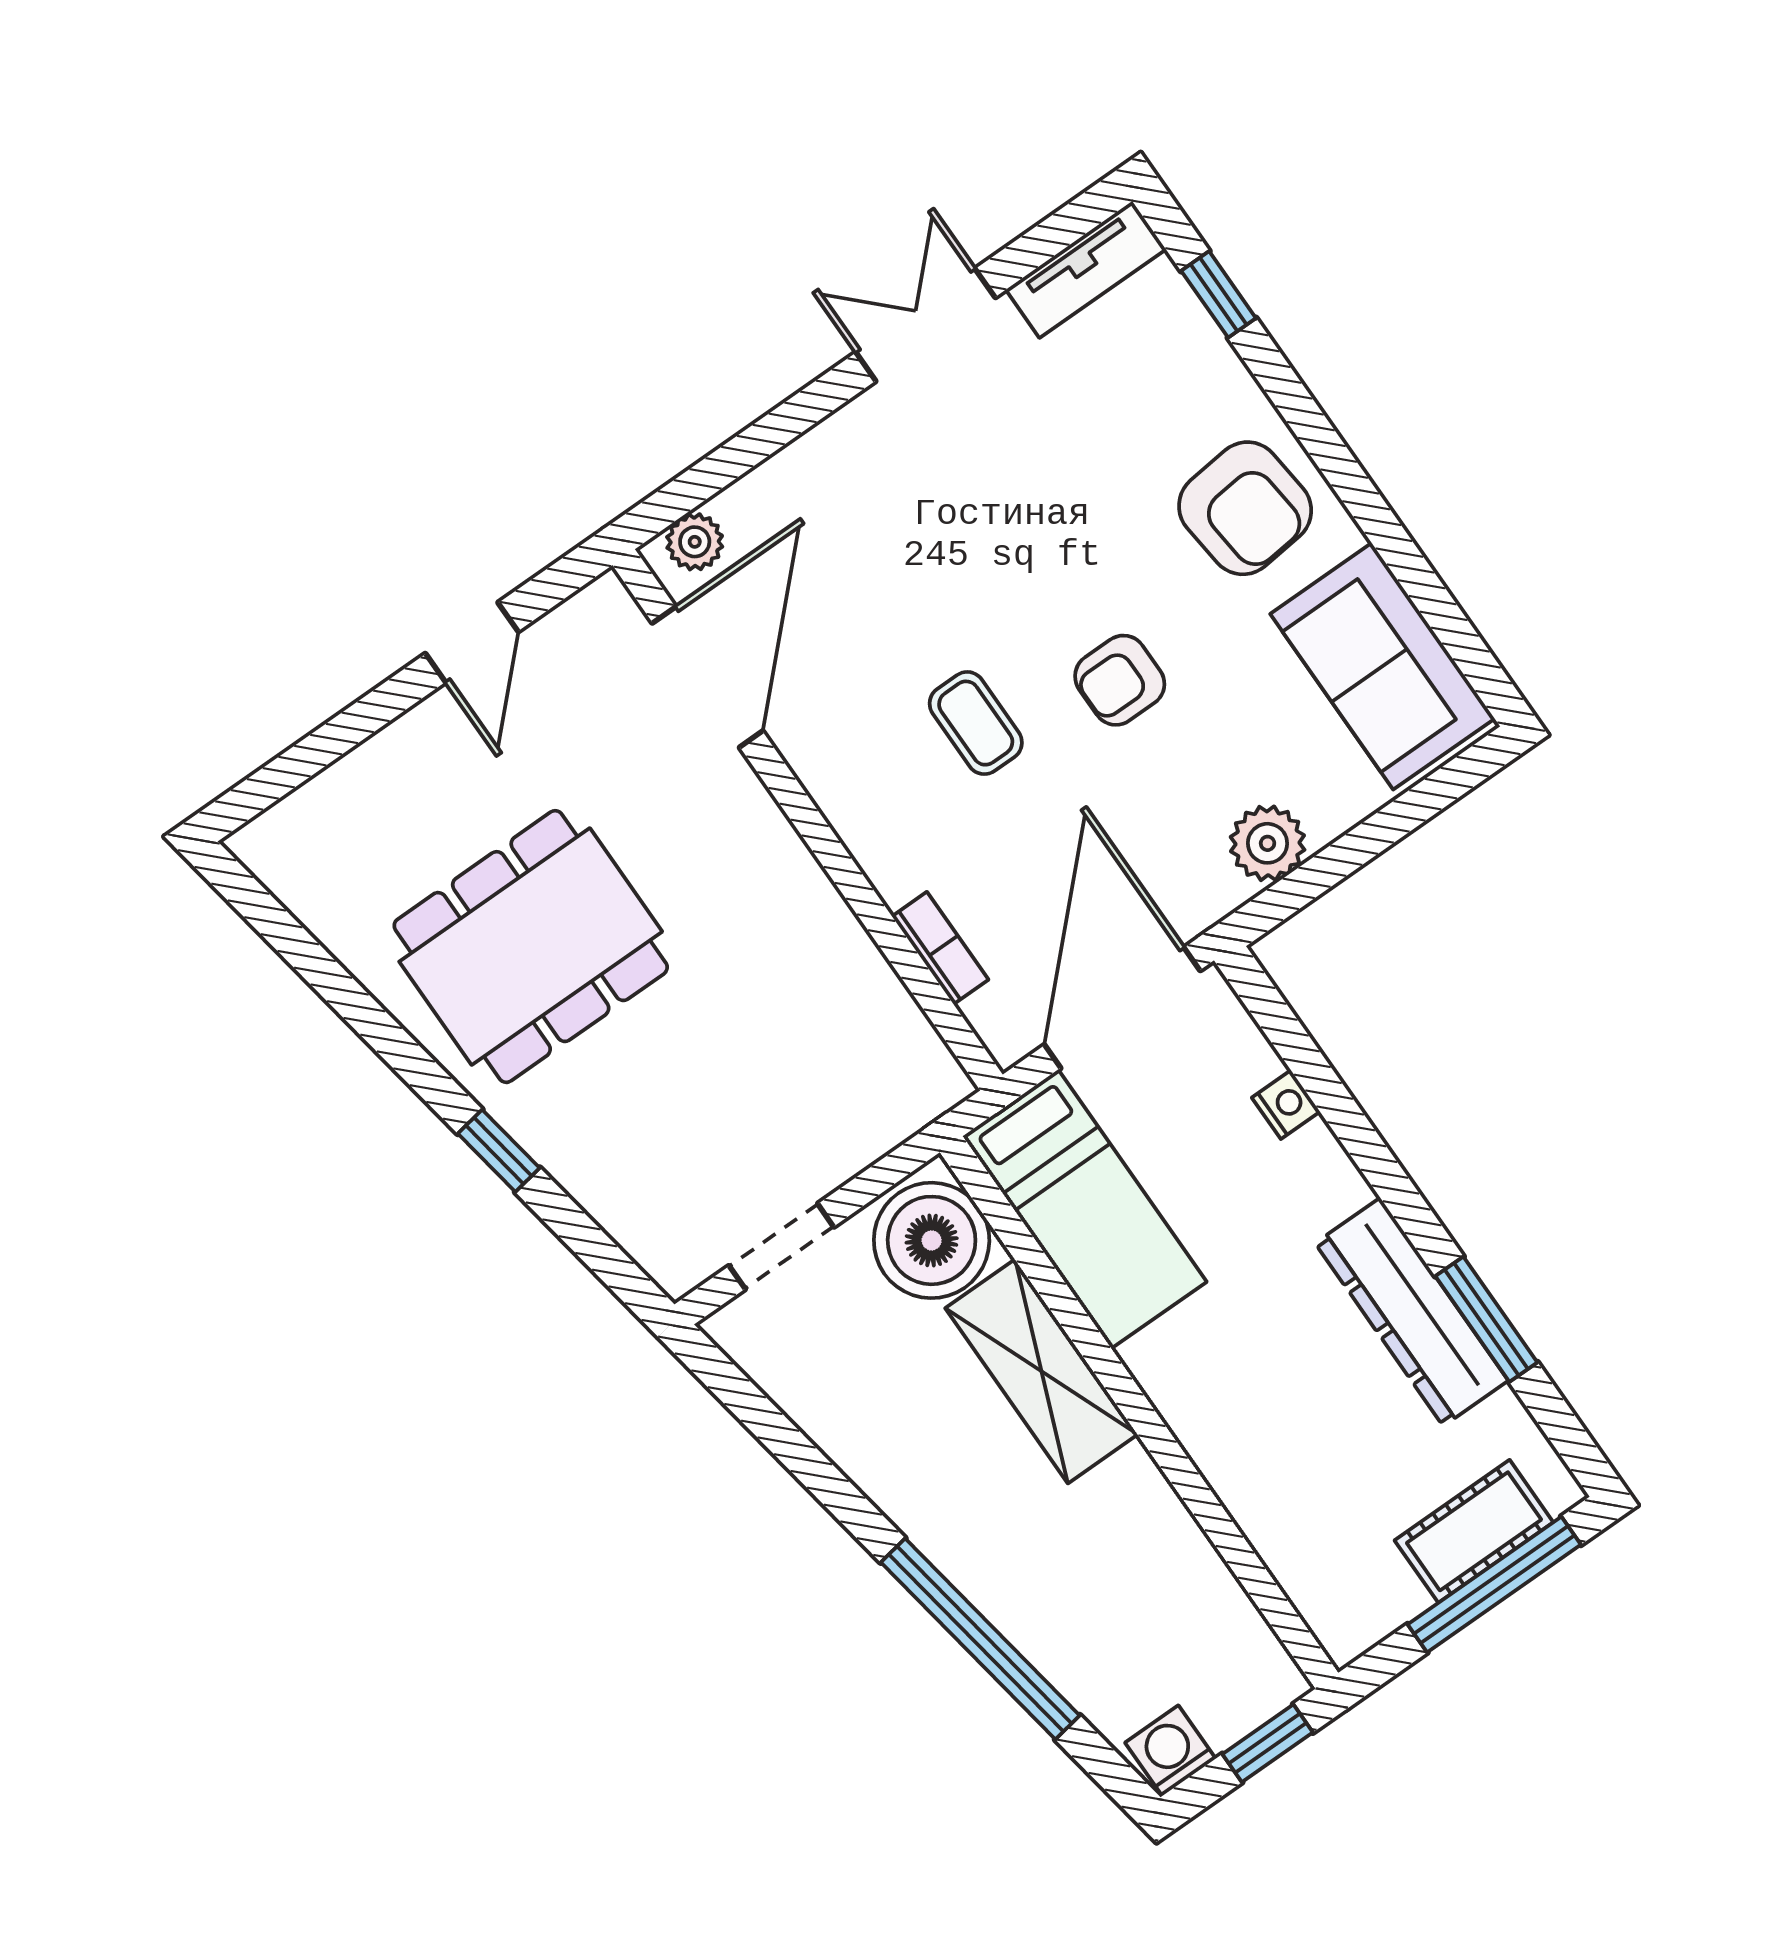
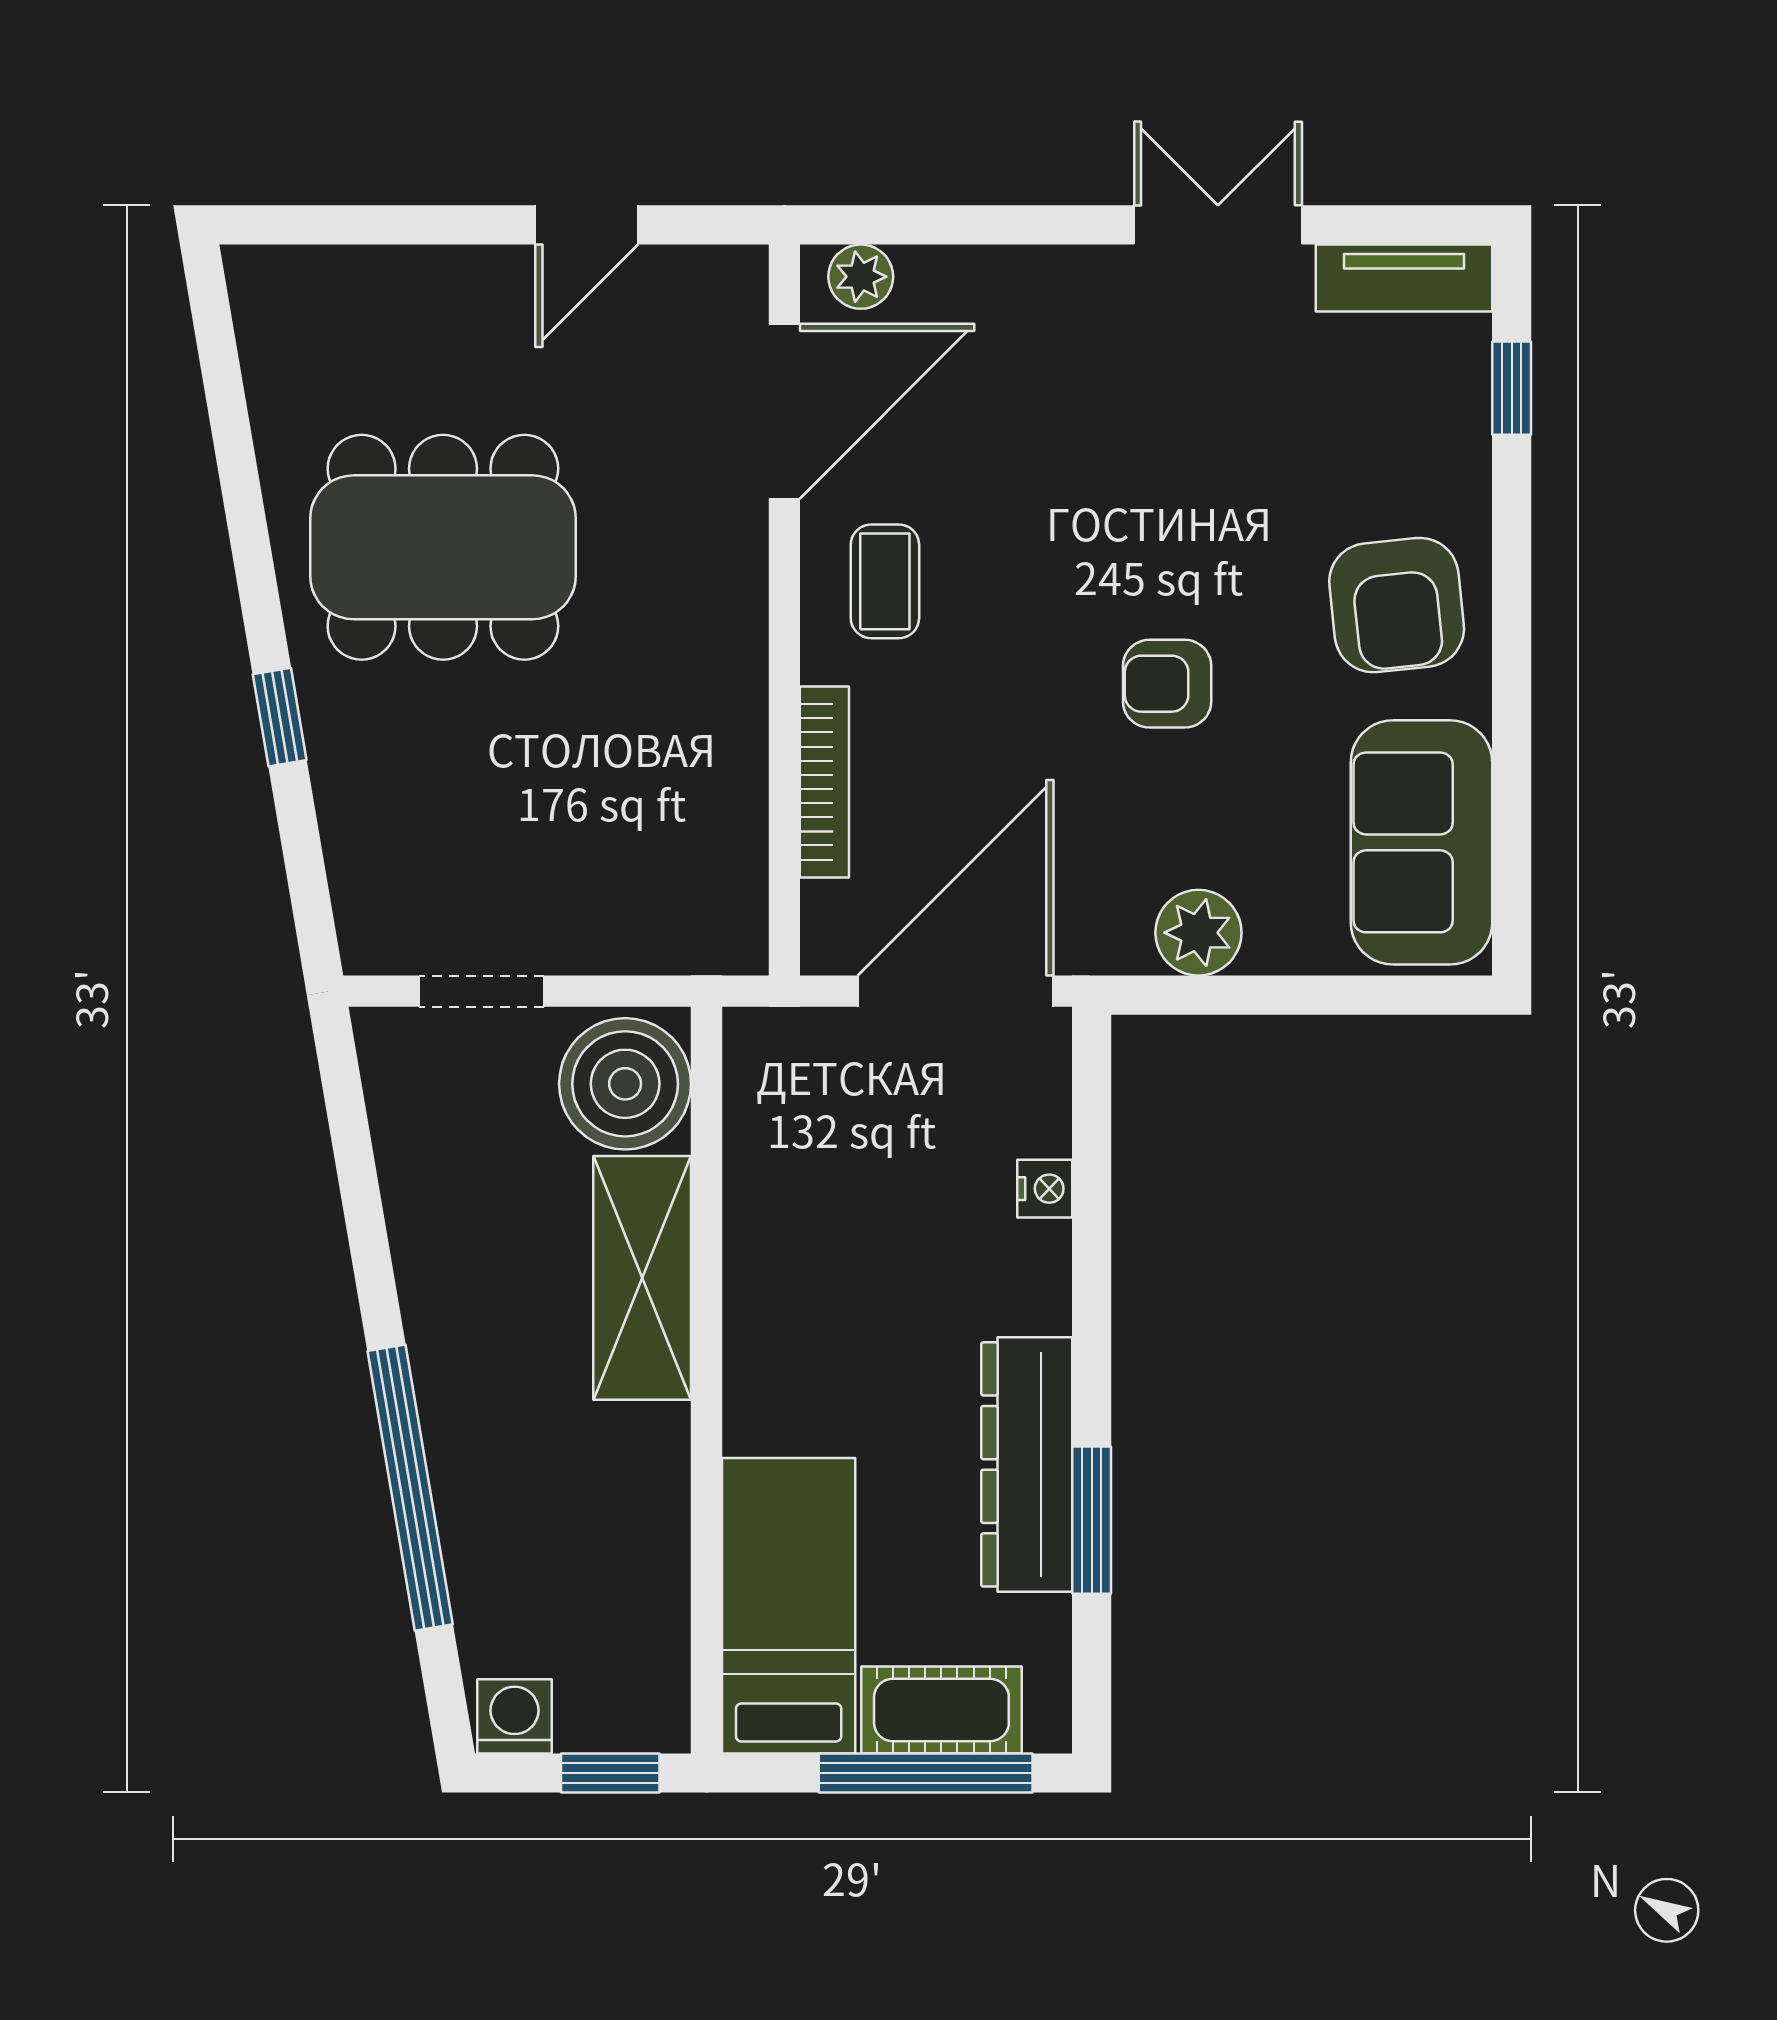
coffee table: (976, 723) -> (885, 581), moved
bookcase: (940, 948) -> (824, 782), width x1.56
bed: (1085, 1209) -> (789, 1606), moved, turned 180

